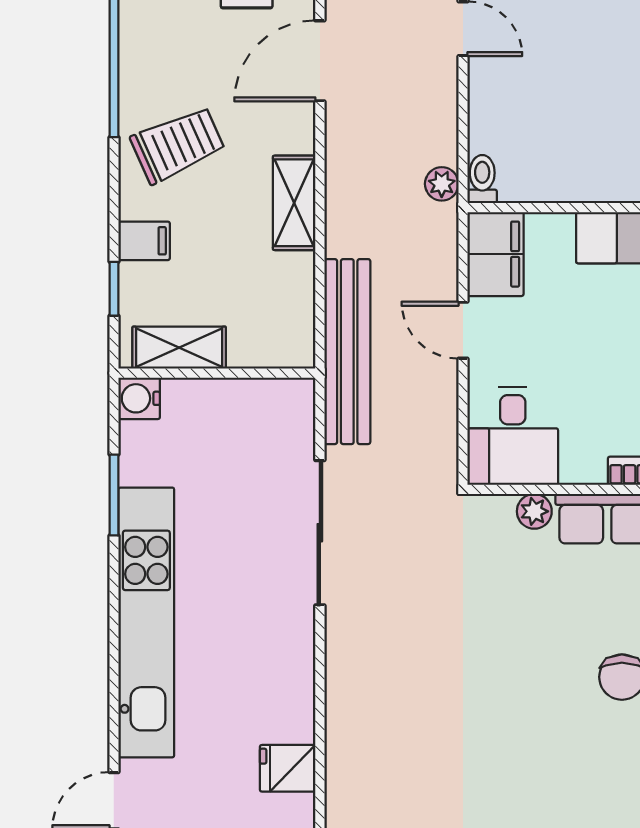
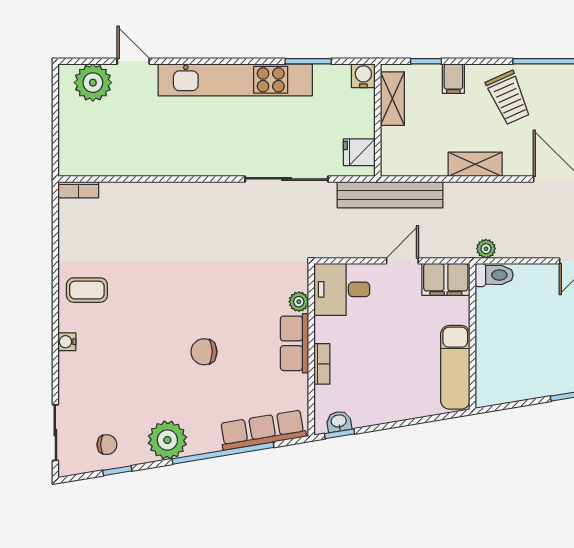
toilet: (482, 179) -> (494, 275), width x1.37, depth x1.39
fridge: (288, 768) -> (359, 152), moved, turned -90

